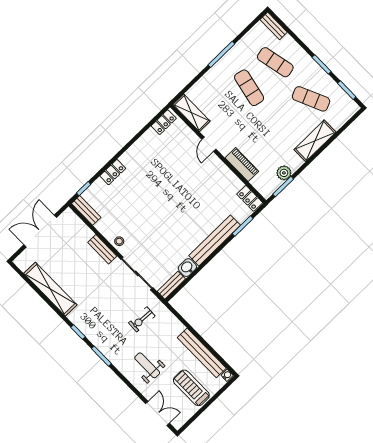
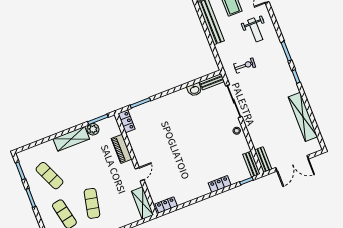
shelving: (315, 141) -> (71, 139), moved
bench: (215, 240) -> (166, 101), removed
bench: (102, 249) -> (263, 160), moved

